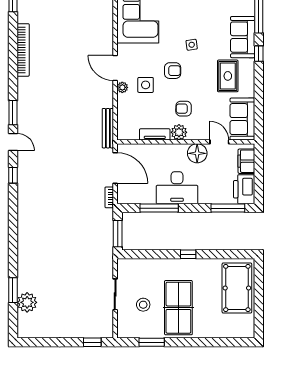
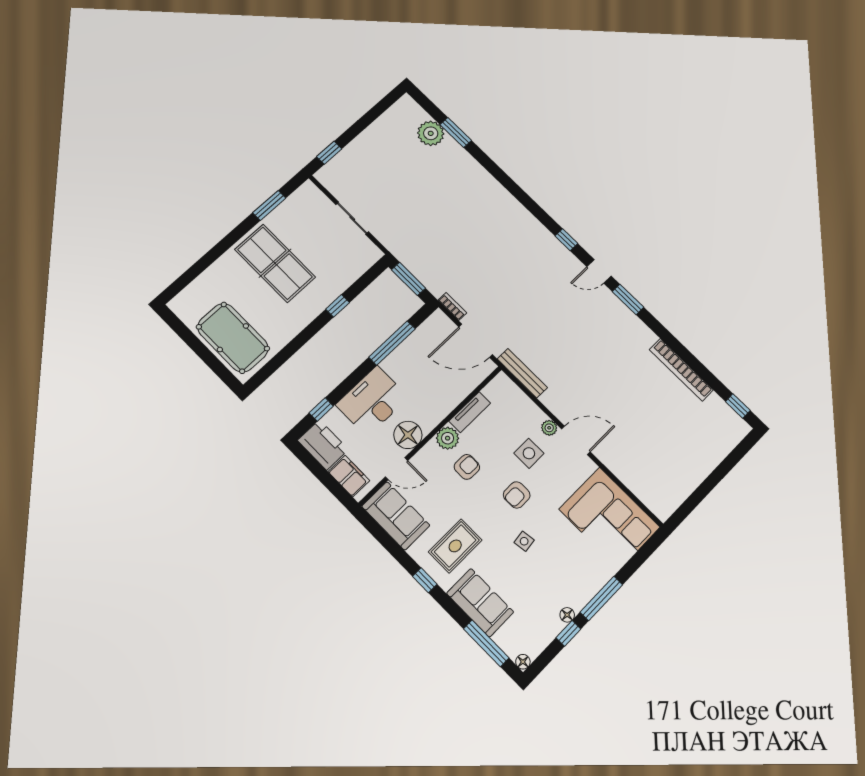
window: (259, 54) -> (425, 580), moved
rug: (228, 76) -> (455, 546), turned 90
desk: (177, 188) -> (372, 401), moved
window: (228, 208) -> (321, 410), width x0.46
window: (188, 254) -> (338, 306), moved
stool: (143, 305) -> (314, 234), removed

